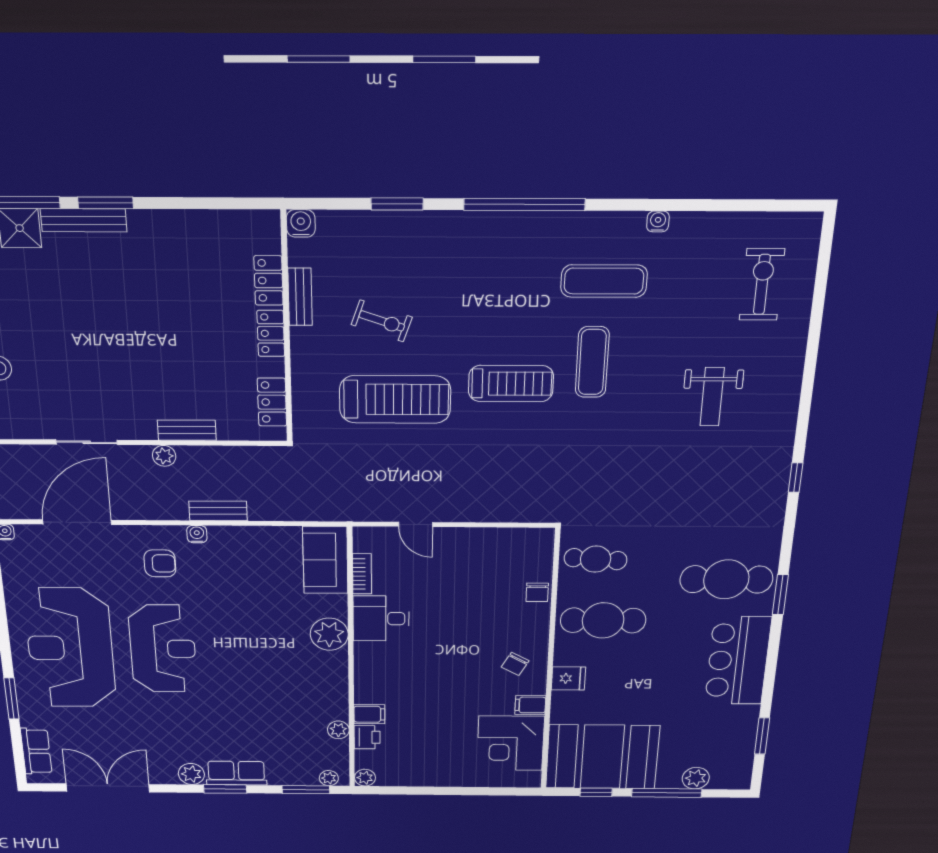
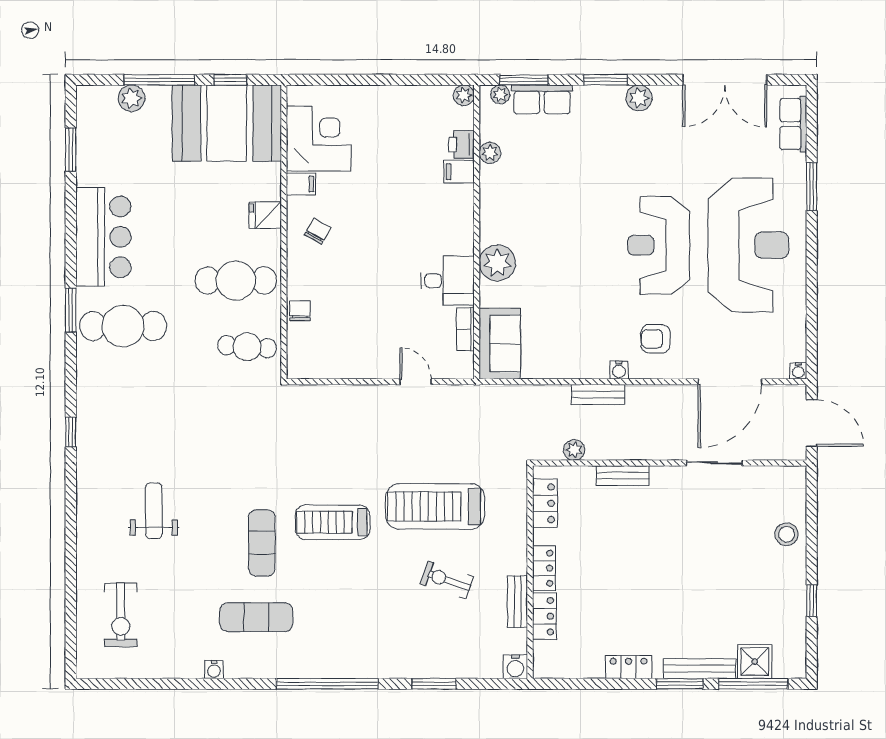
locker: (167, 222) -> (629, 667), added
plant: (164, 456) -> (574, 450), moved
row of seats: (236, 773) -> (542, 99), moved

